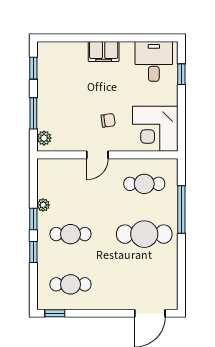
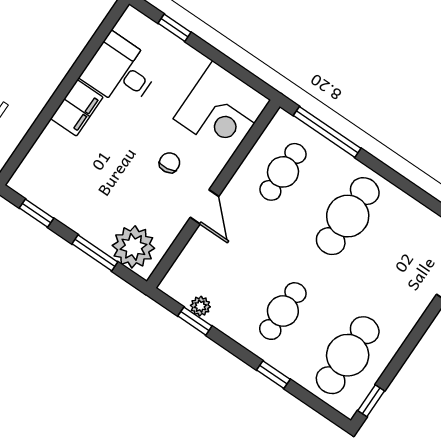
desk: (154, 61) -> (121, 71), moved
plant: (44, 138) -> (133, 247), width x1.88, depth x1.88
plant: (43, 205) -> (200, 306), moved
window: (181, 209) -> (327, 132), moved
window: (33, 219) -> (195, 321), moved
cafe table: (70, 284) -> (348, 355), width x1.37, depth x1.35

